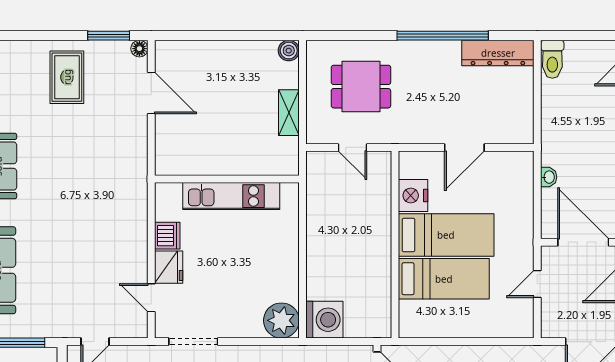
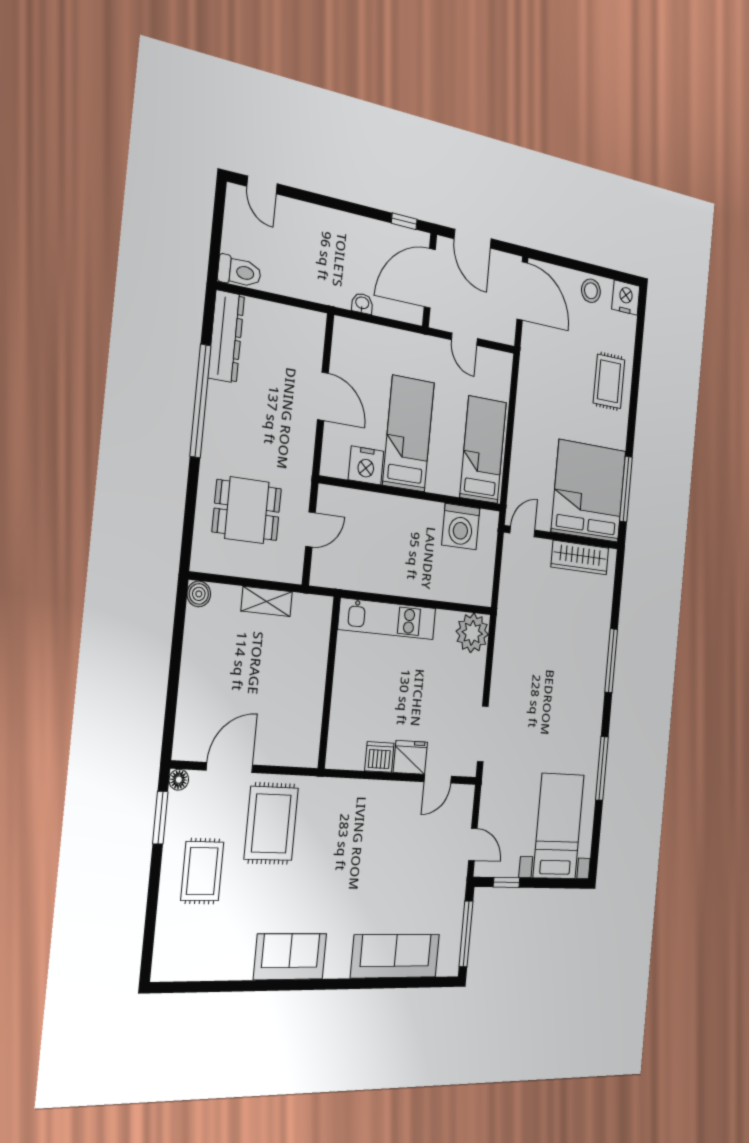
rug: (67, 77) -> (202, 871), turned 90
dining table: (361, 87) -> (247, 510), turned 90
rug: (107, 136) -> (271, 823), added
kitchen unit: (231, 196) -> (387, 619), moved, turned 90
bed: (444, 279) -> (483, 450), moved
washing machine: (324, 320) -> (461, 527), moved, turned 180

